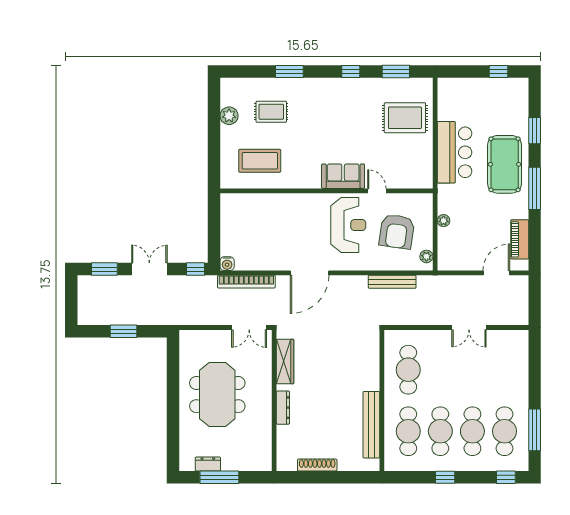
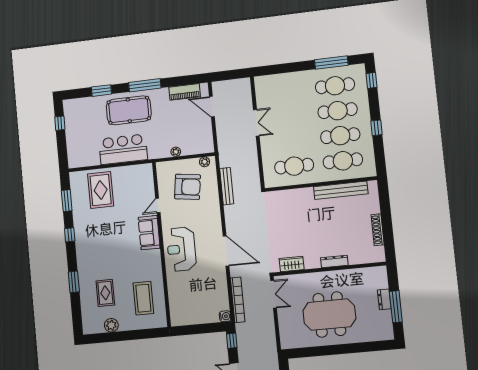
reception desk: (348, 225) -> (181, 249), moved, turned -90
wardrobe: (285, 362) -> (292, 264), width x0.67
dresser: (208, 464) -> (384, 299), moved

